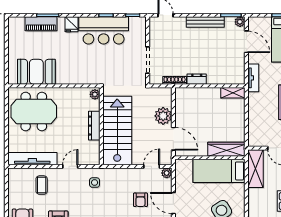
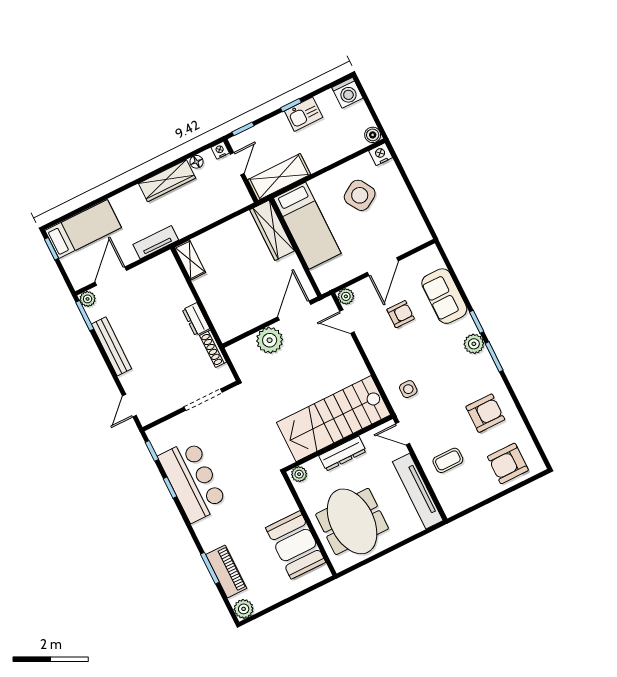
plant: (14, 23) -> (244, 609), added
fridge: (72, 24) -> (206, 529), removed
plant: (95, 94) -> (299, 474), moved
dresser: (94, 126) -> (343, 454), moved
wall: (101, 126) -> (338, 443), moved
stairs: (117, 130) -> (334, 419), moved

